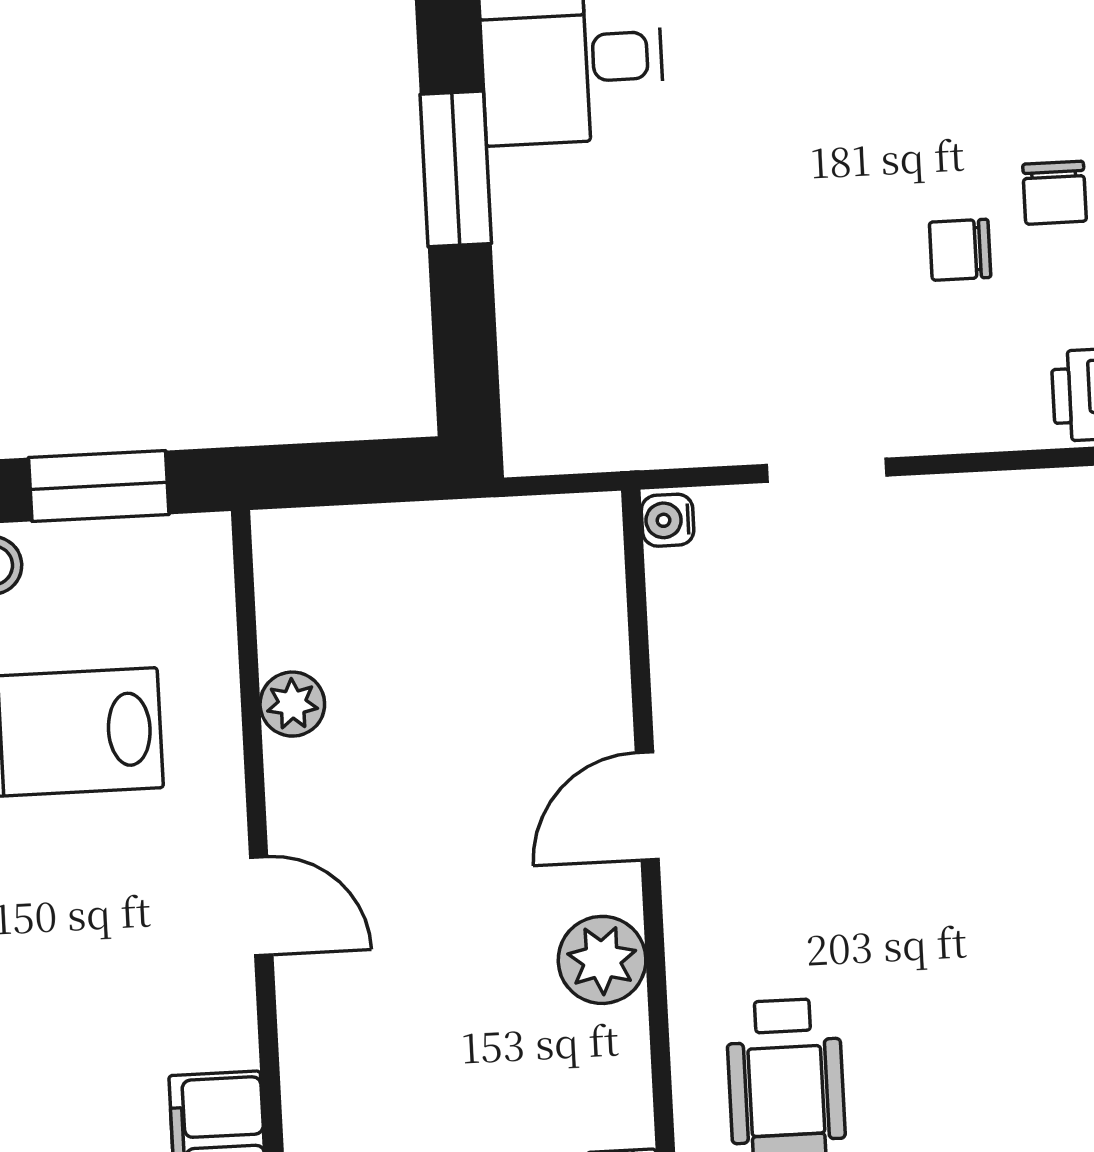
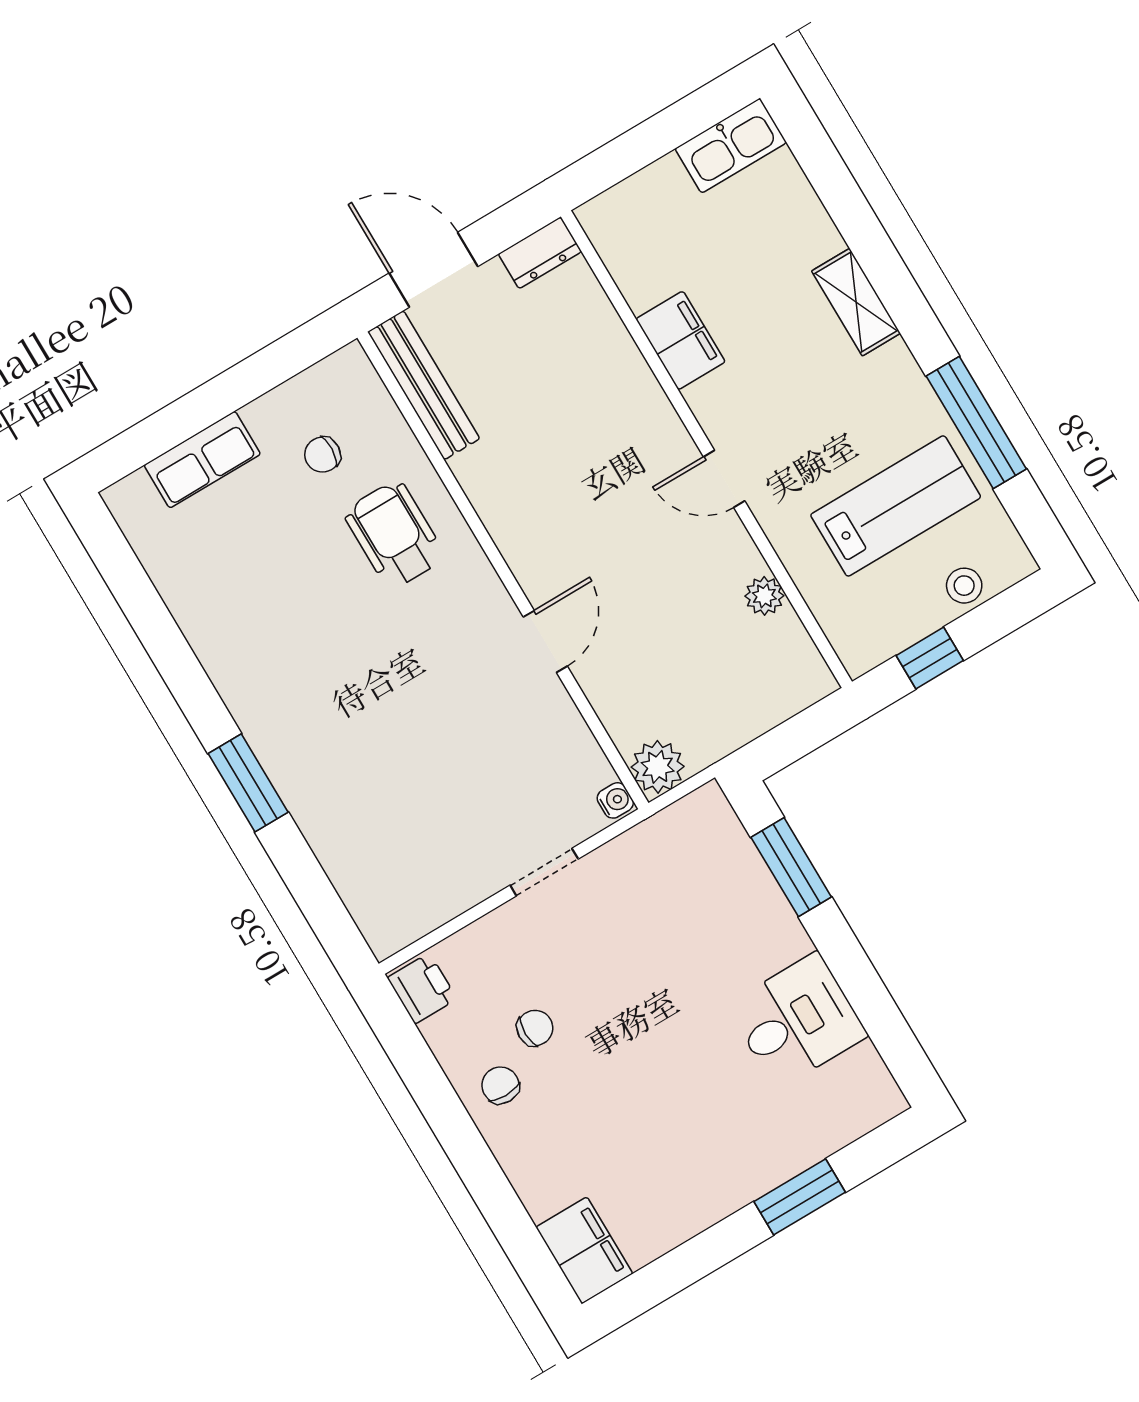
window: (456, 169) -> (791, 867), moved
window: (99, 486) -> (930, 658), width x0.67
plant: (602, 960) -> (658, 767), moved

